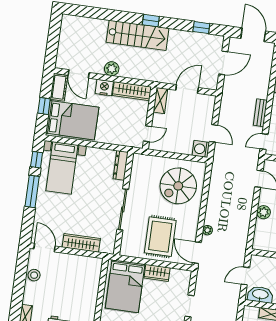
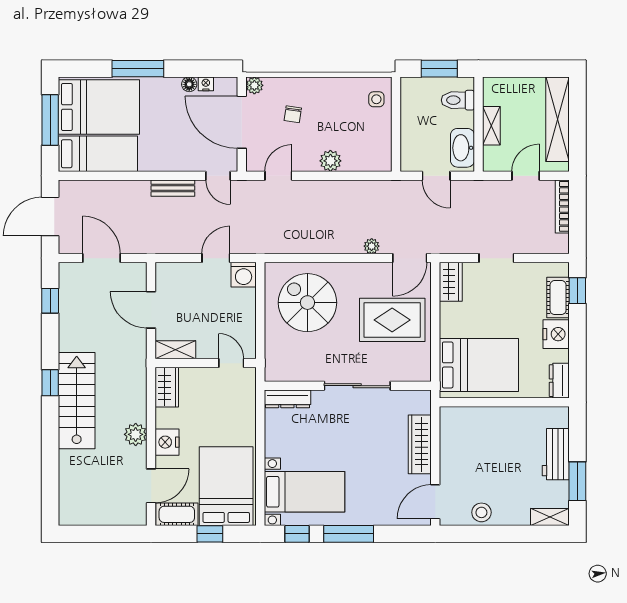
wardrobe: (132, 91) -> (167, 387), width x0.67
spiral stairs: (178, 186) -> (307, 303), turned 180
wardrobe: (157, 273) -> (451, 282), moved

